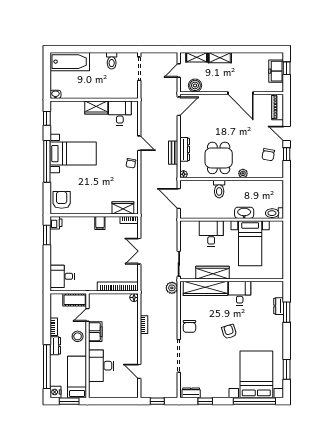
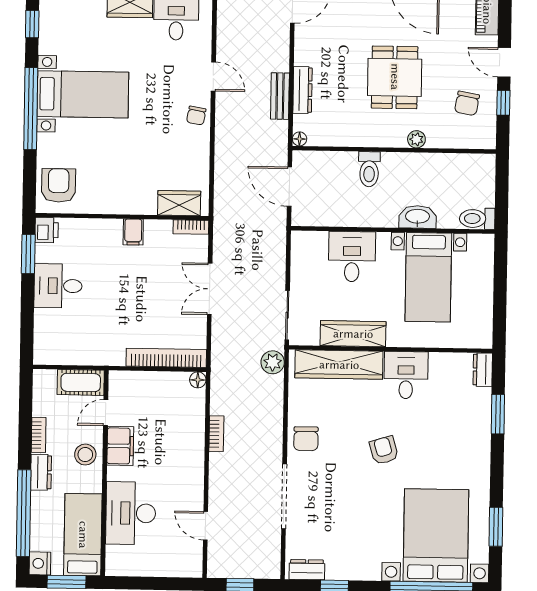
dining table: (219, 158) -> (395, 77), moved
desk: (62, 276) -> (58, 286), moved
dresser: (279, 306) -> (483, 370), moved

